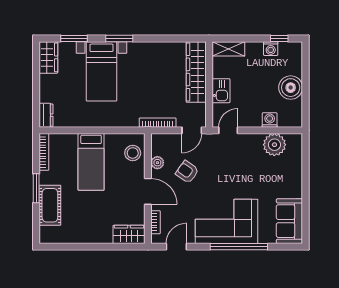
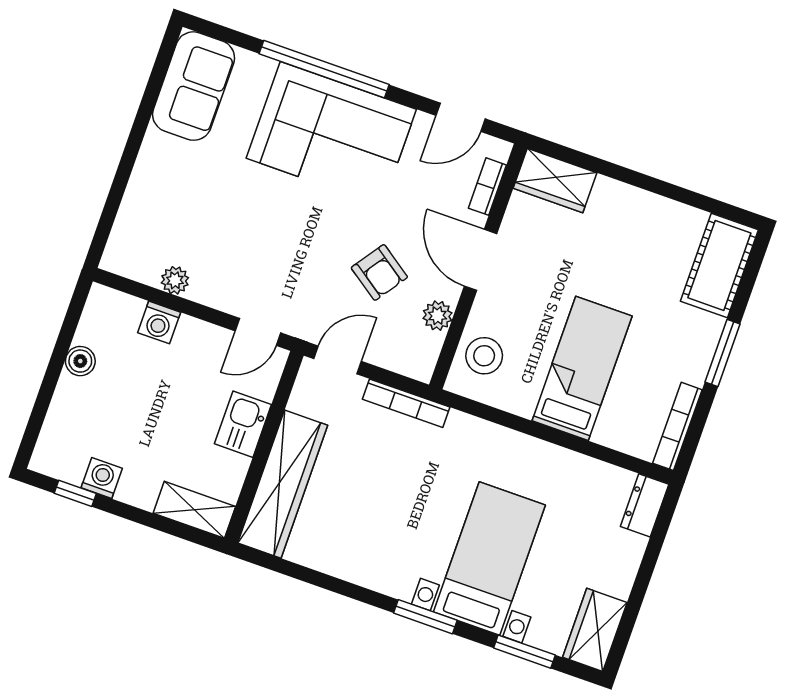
boiler: (291, 88) -> (80, 361), width x0.54, depth x0.54
plant: (274, 145) -> (175, 280), width x0.53, depth x0.53
cot: (50, 205) -> (719, 265), moved

